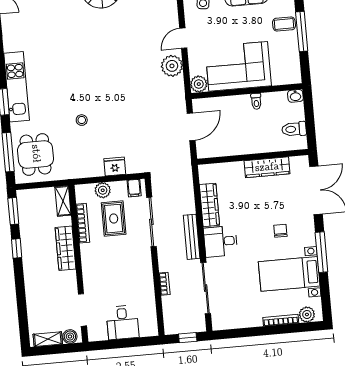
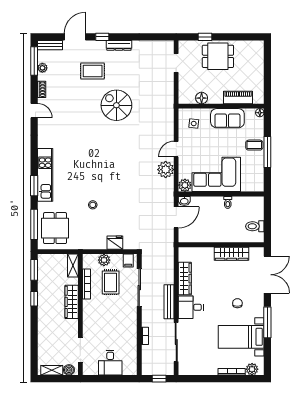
washbasin: (295, 96) -> (184, 201), moved

